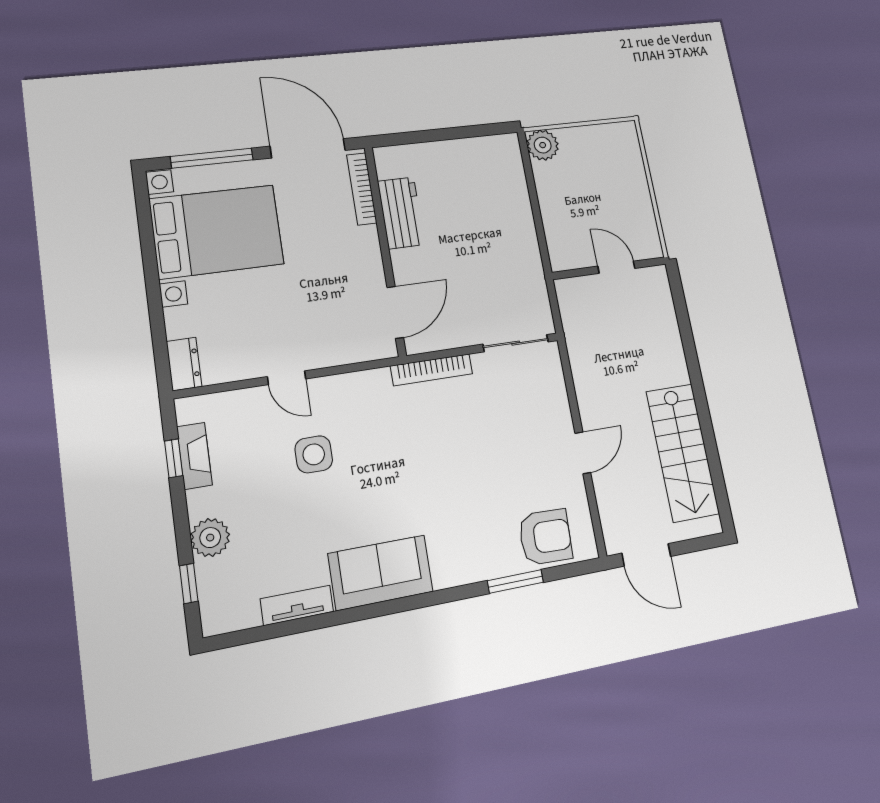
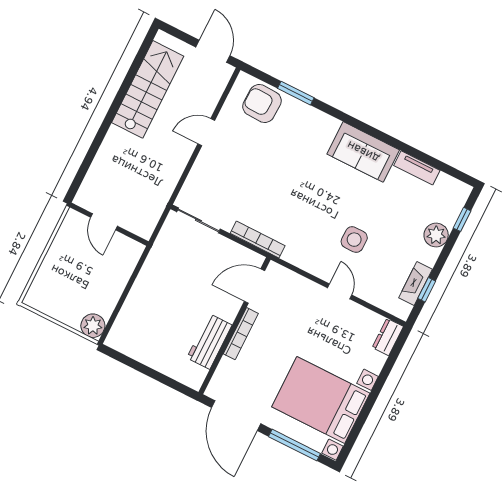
bookcase: (362, 189) -> (241, 334), moved

